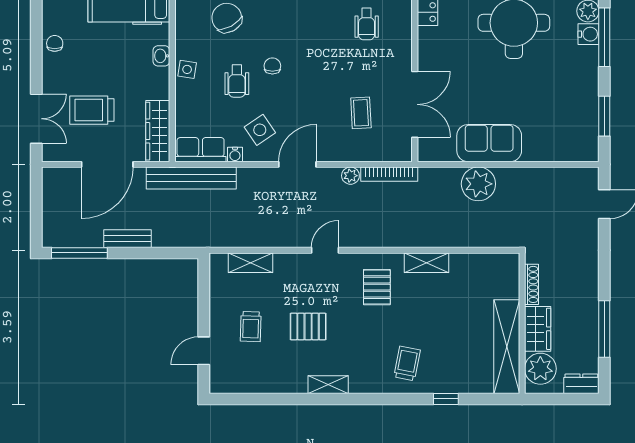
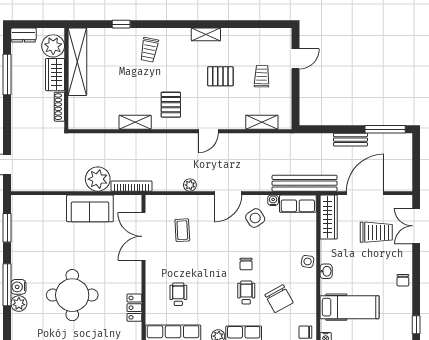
wheelchair: (237, 81) -> (246, 292), moved
bookcase: (389, 174) -> (132, 186), moved

